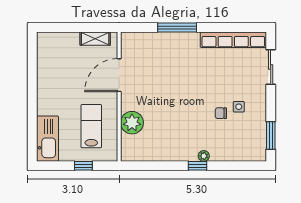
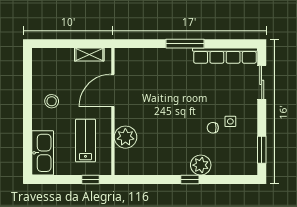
window: (177, 27) -> (185, 44), moved
stool: (57, 86) -> (52, 101), added
plant: (204, 156) -> (201, 165), width x1.88, depth x1.88
window: (83, 166) -> (91, 179), moved

